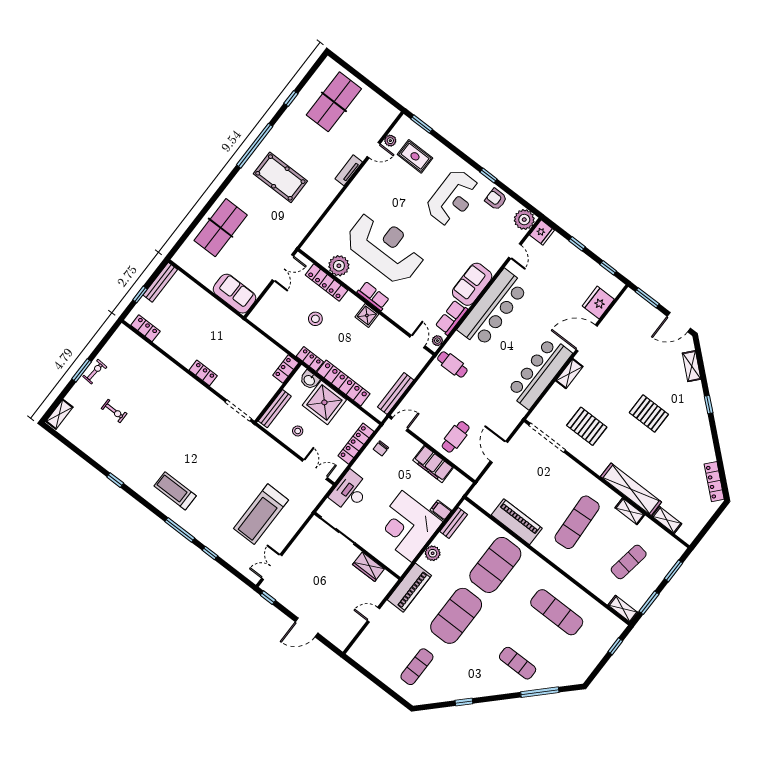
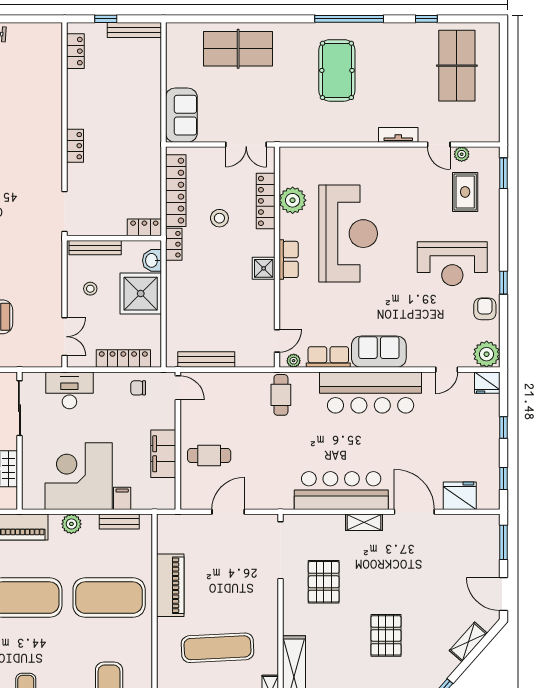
table tennis table: (334, 102) -> (457, 66), turned 90
locker: (343, 383) -> (176, 191), moved

